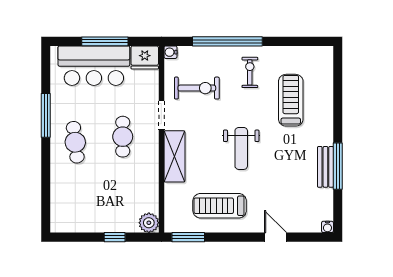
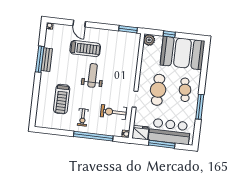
cafe table: (123, 137) -> (158, 90), width x1.37, depth x1.35
shelving: (174, 156) -> (130, 75), removed
treadmill: (220, 206) -> (85, 49), moved
booth: (87, 207) -> (182, 53), added

